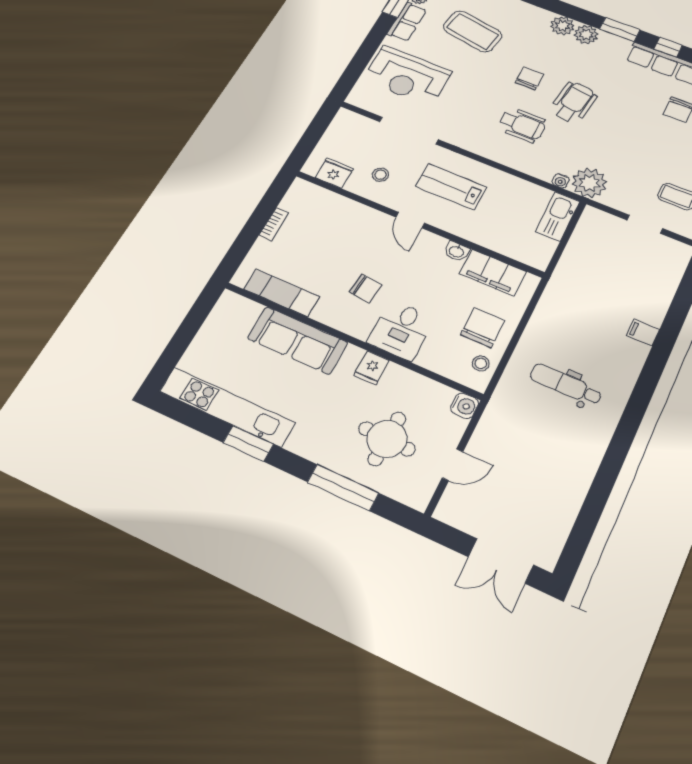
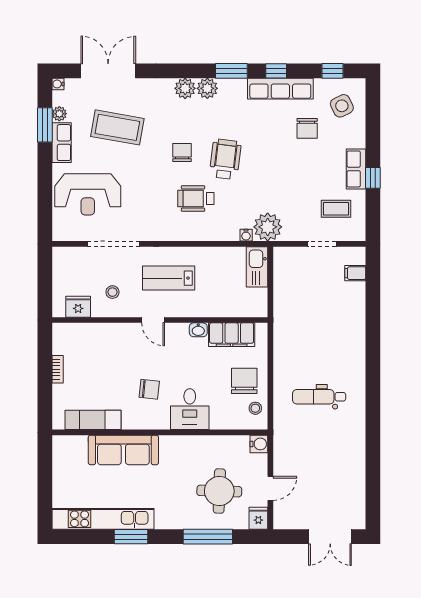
wheelchair: (522, 125) -> (196, 199), turned 180
filing cabinet: (643, 332) -> (355, 273), moved
fridge: (371, 368) -> (258, 518), moved, turned 180

